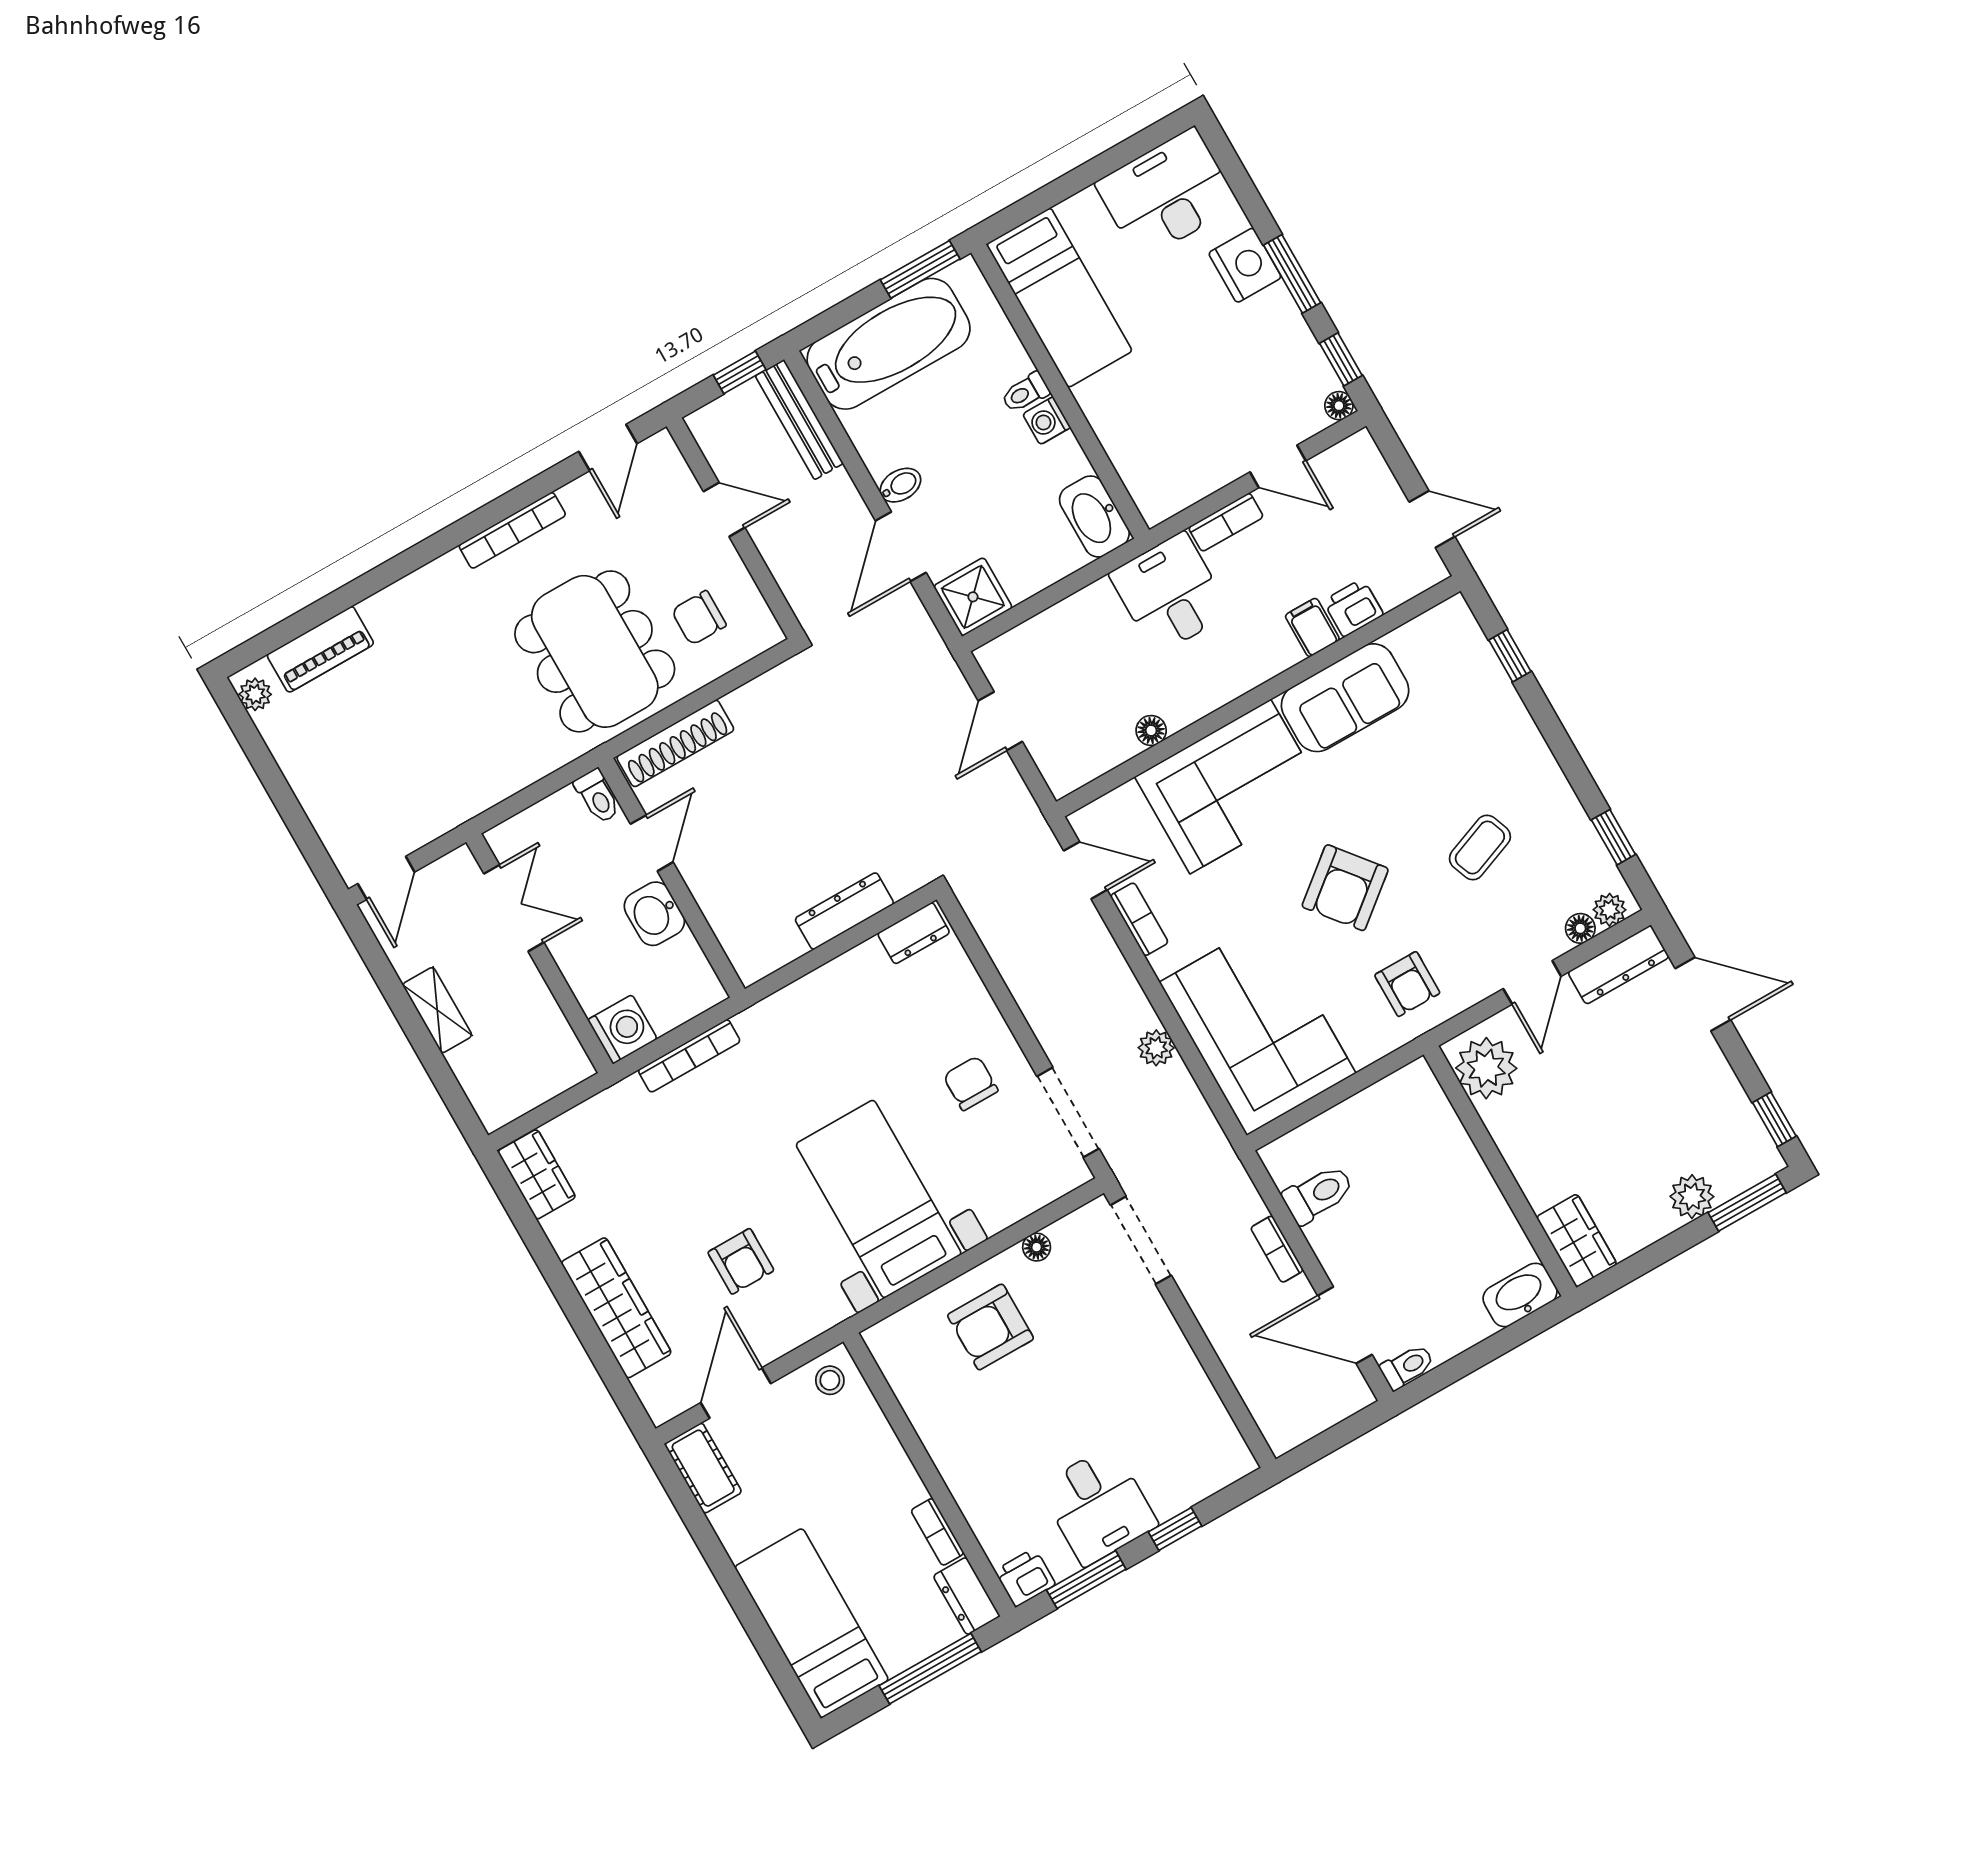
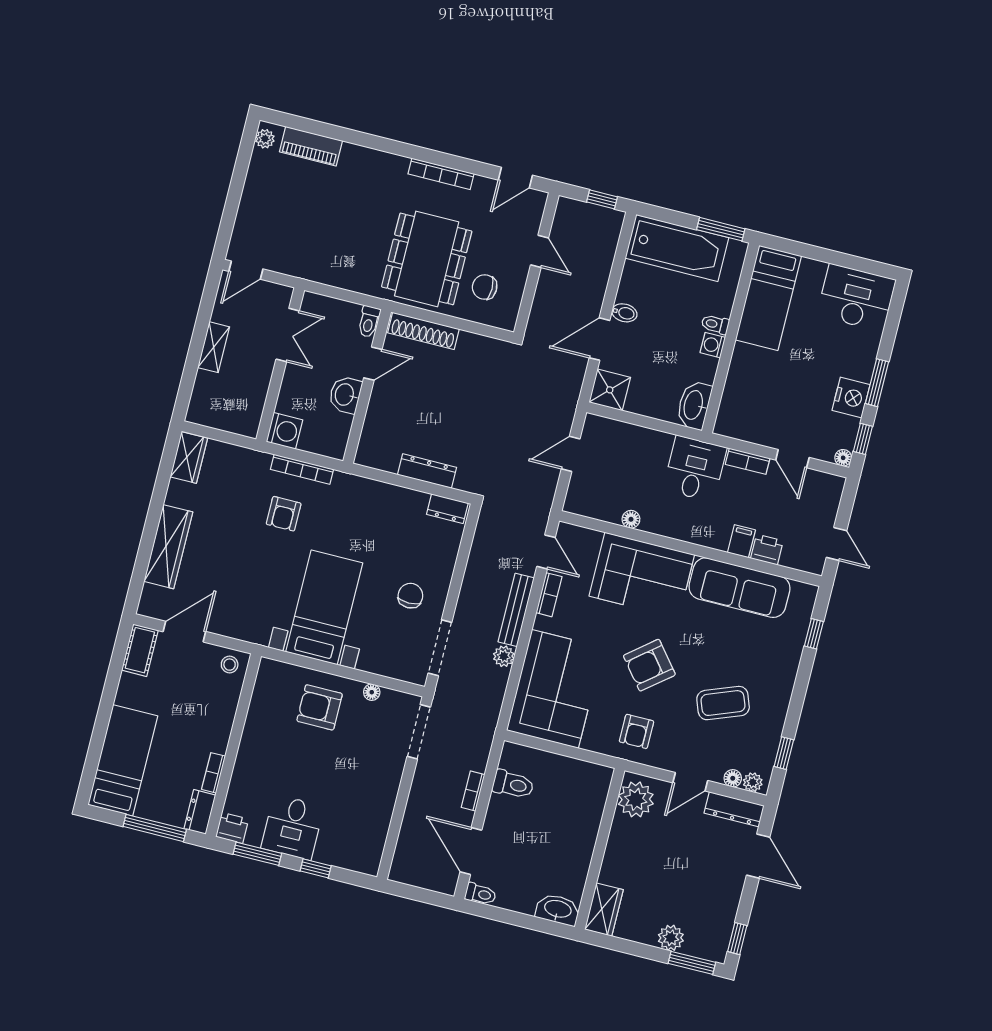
nightstand: (1245, 265) -> (851, 397), moved
bench: (799, 420) -> (516, 610), moved
sofa: (1345, 698) -> (739, 588), width x1.36
coffee table: (1480, 847) -> (723, 703), width x1.36, depth x1.30
armchair: (741, 1261) -> (284, 514), moved

